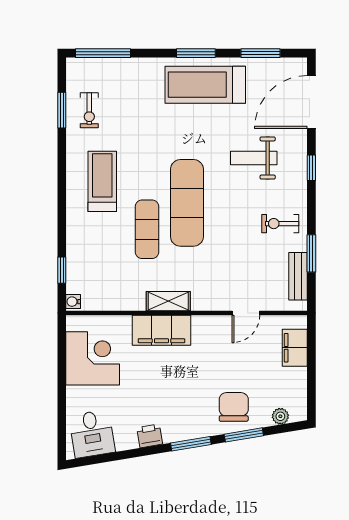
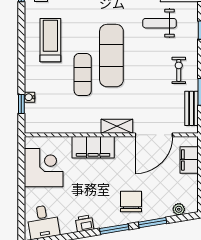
exercise bike: (280, 224) -> (179, 70), turned 90
shelving: (168, 301) -> (117, 126), moved
water cooler: (73, 302) -> (29, 97), moved
door: (246, 313) -> (154, 135), width x1.88
chair: (234, 407) -> (131, 201), moved

